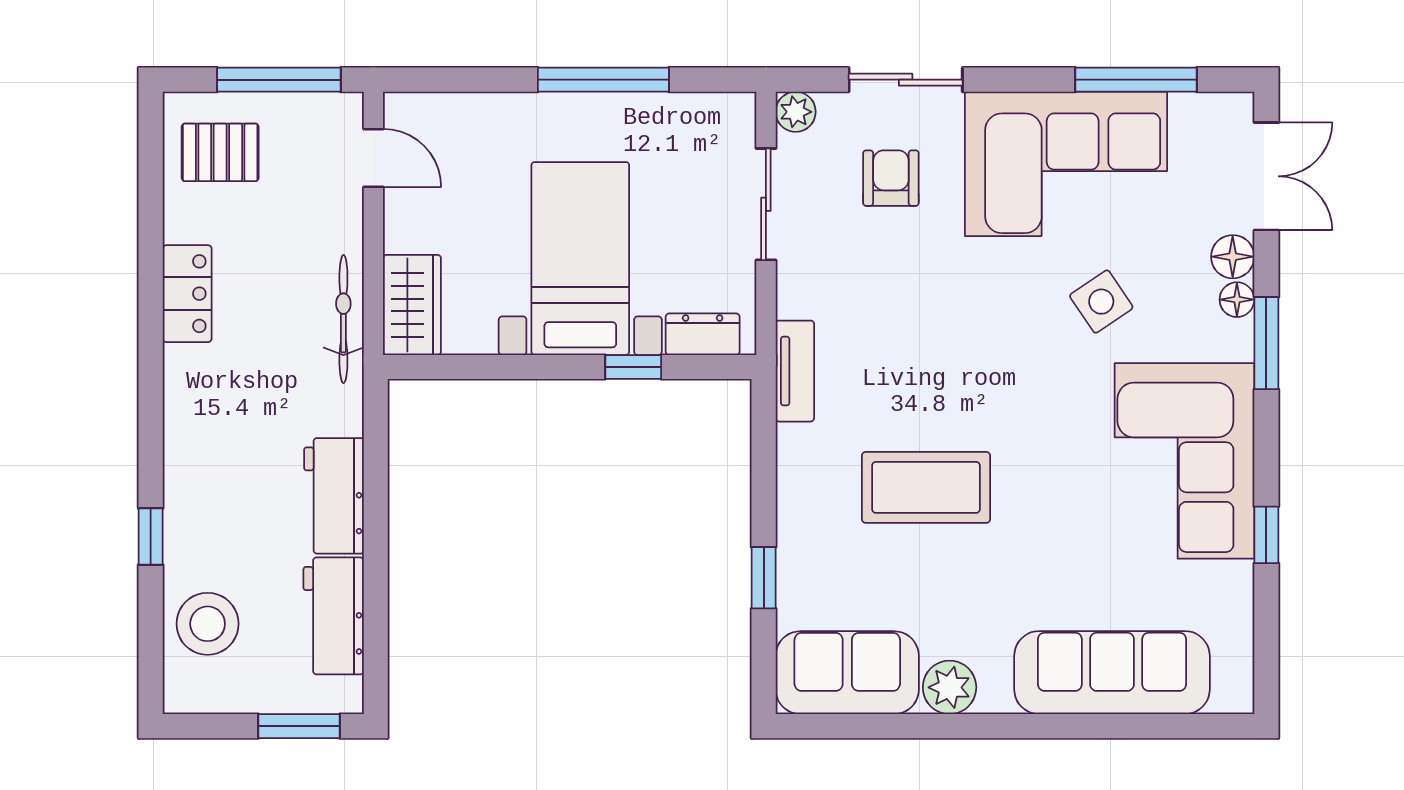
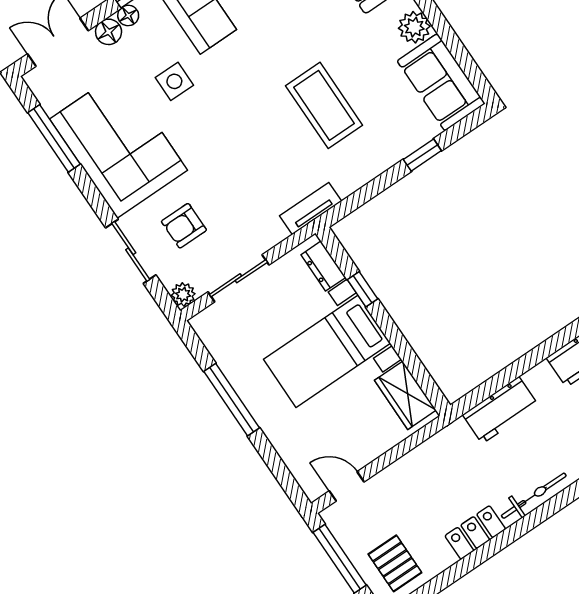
door: (373, 158) -> (347, 486), hinge flipped
side table: (1101, 302) -> (174, 81), turned 34
wardrobe: (412, 305) -> (405, 395), moved, turned -90
bicycle: (343, 319) -> (534, 496), moved, turned 180
workbench: (334, 496) -> (501, 410), moved

